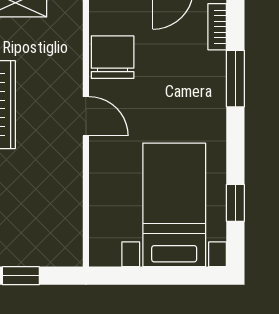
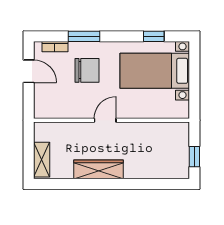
chair: (113, 57) -> (87, 70), moved, turned 180

